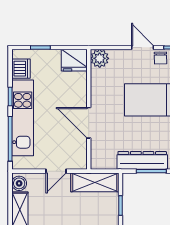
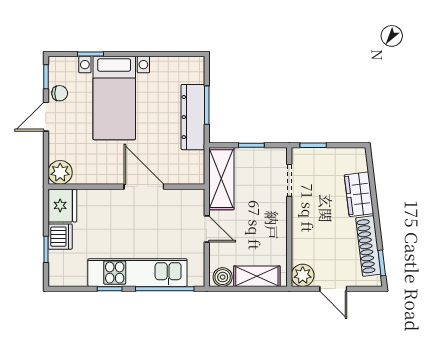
dishwasher: (21, 69) -> (60, 237), moved, turned 90
door: (89, 123) -> (144, 187), swing flipped

